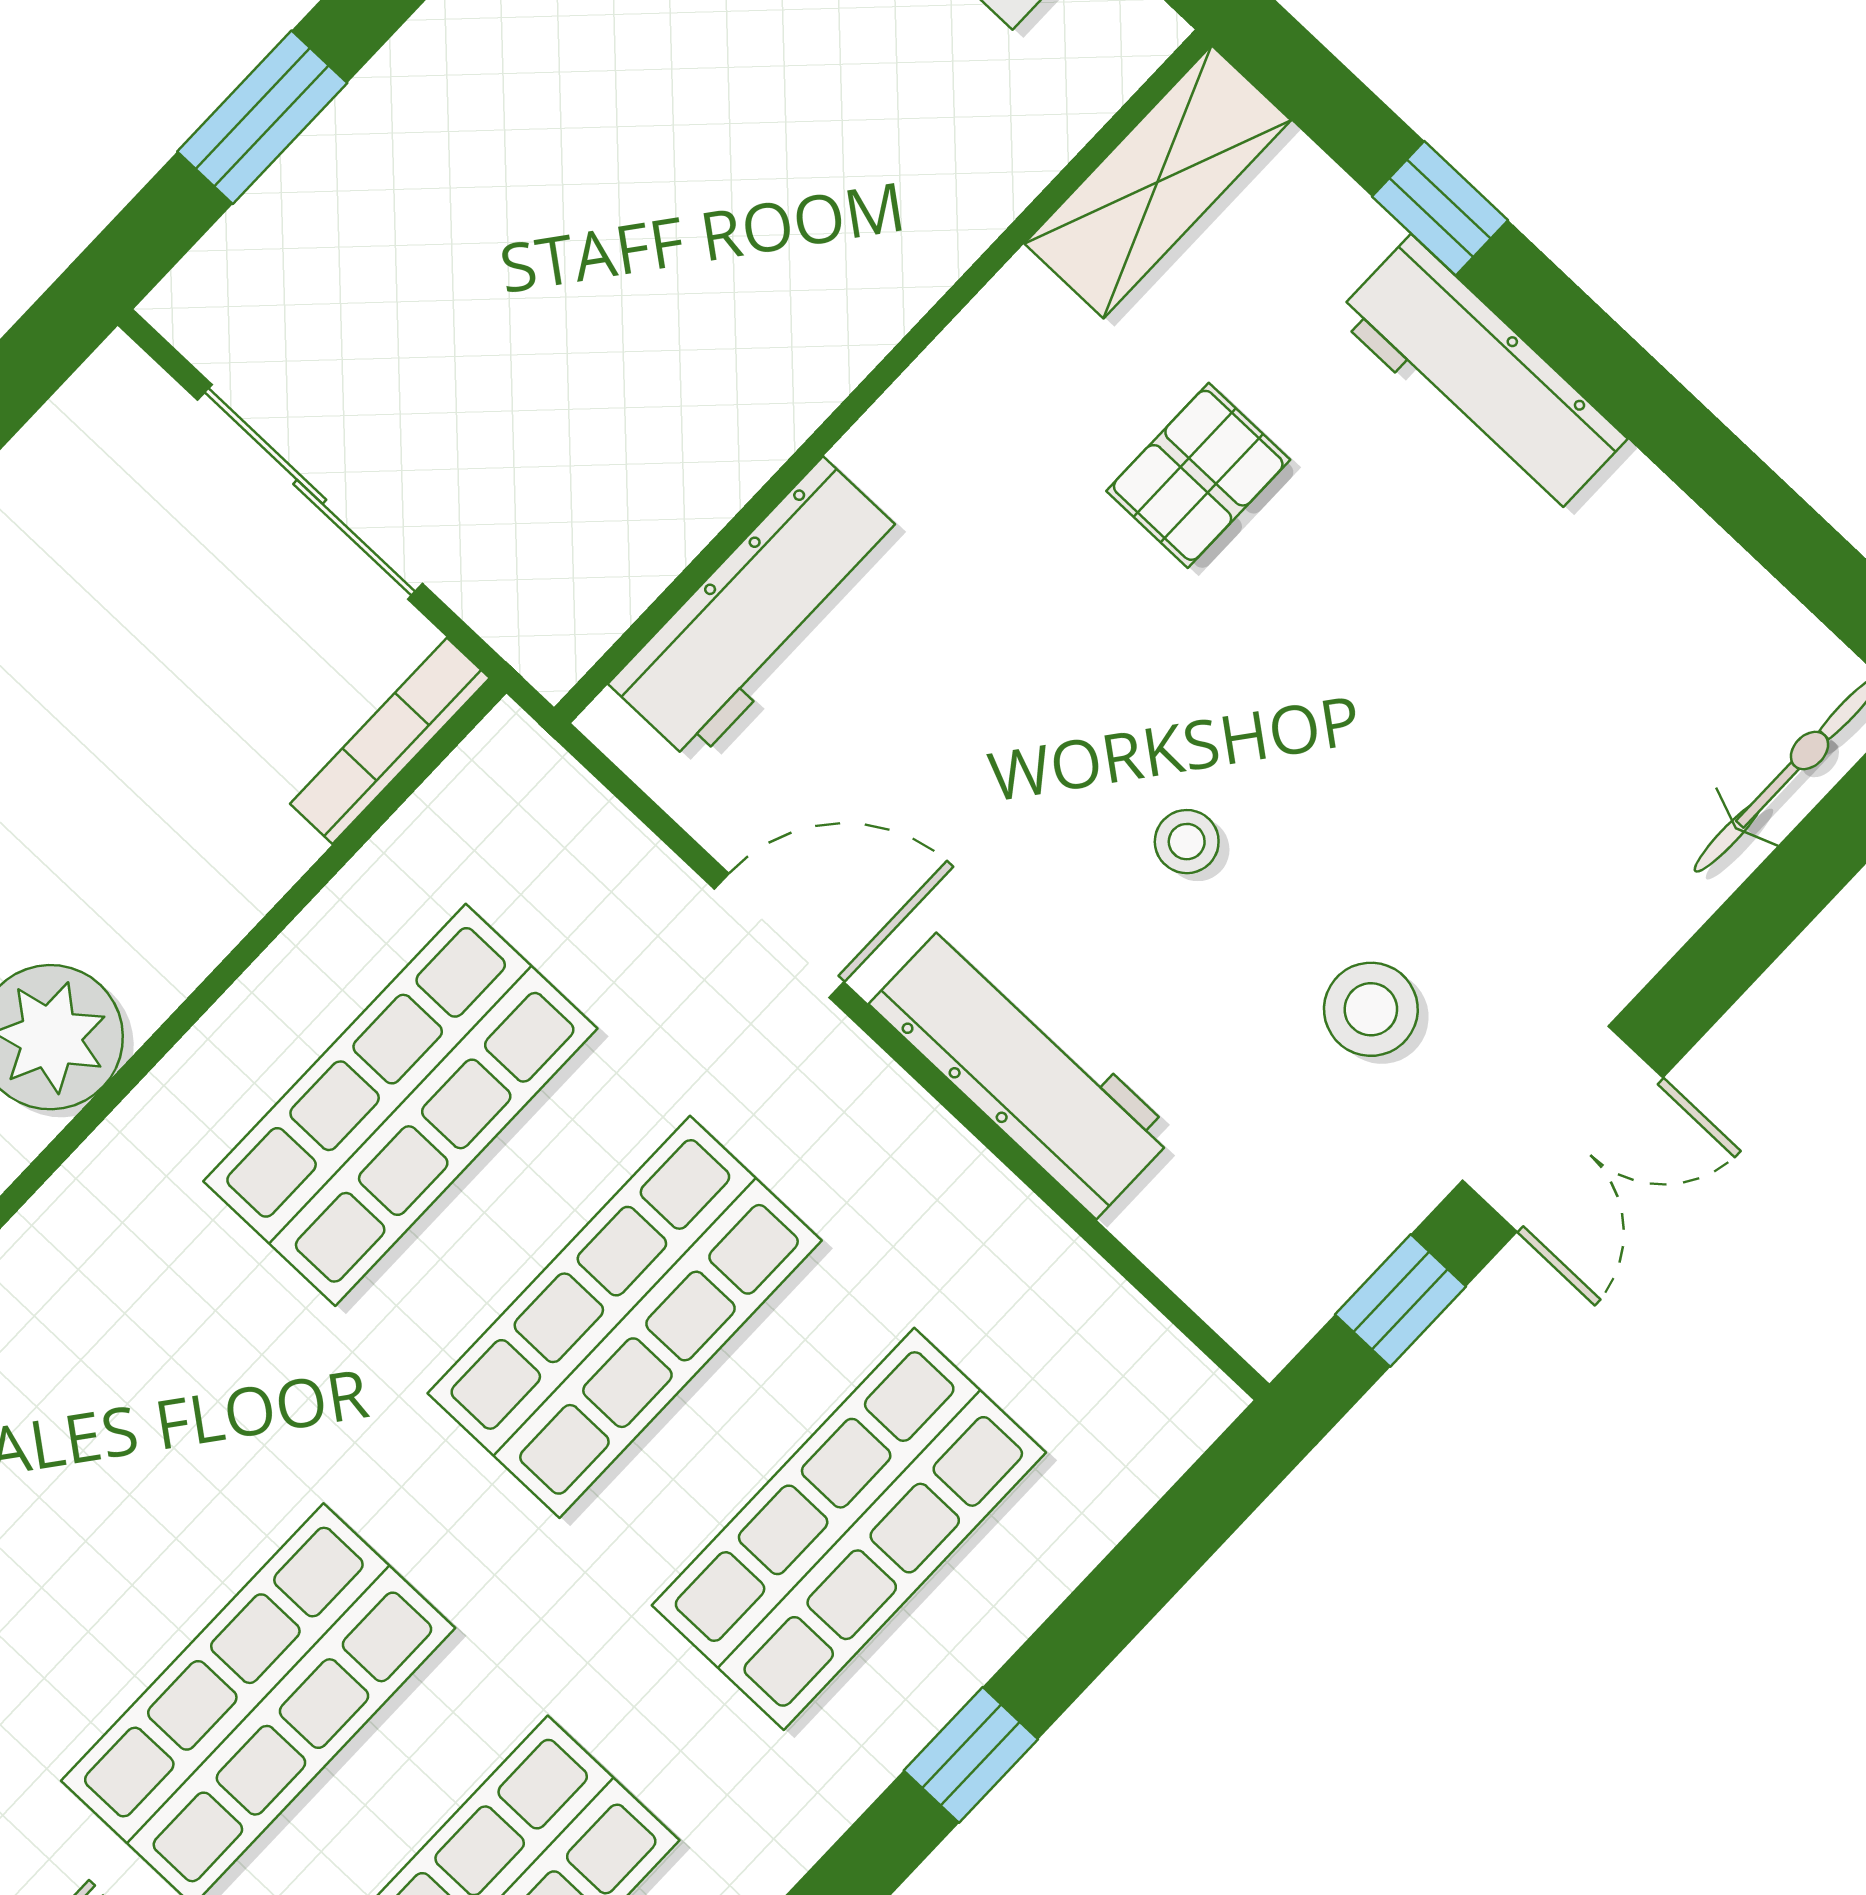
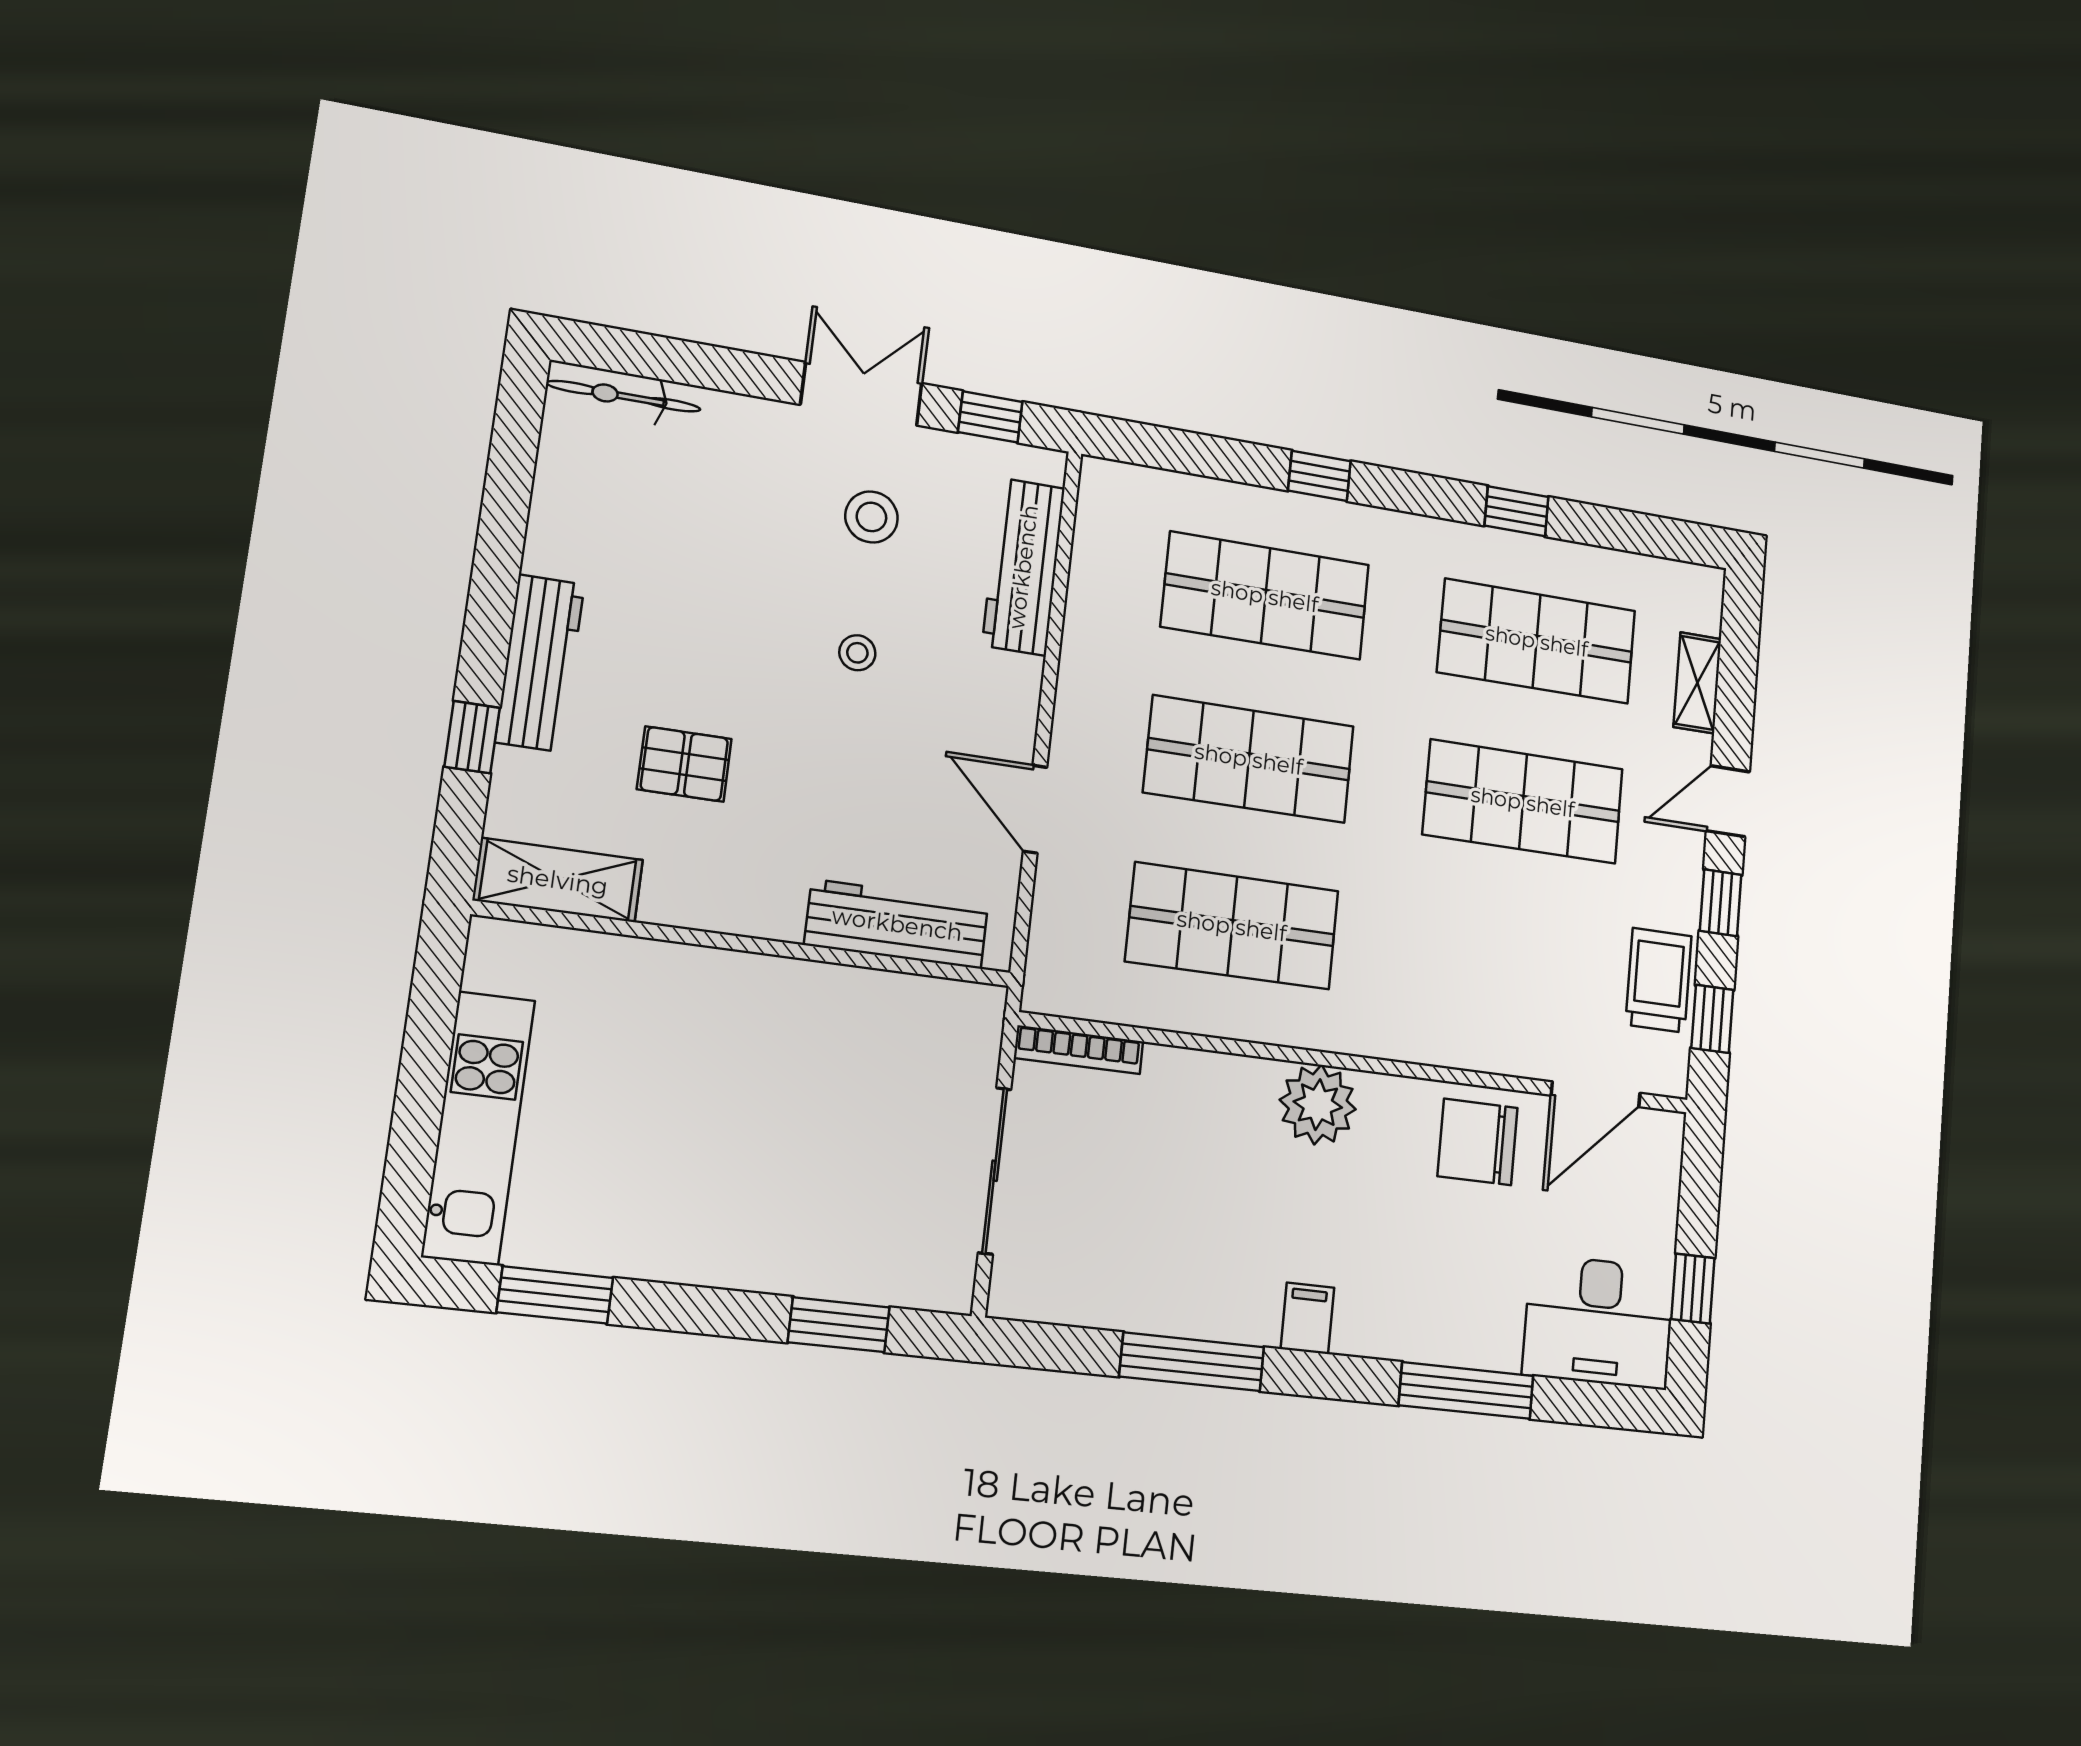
workbench: (1023, 1069) -> (1023, 567), moved

